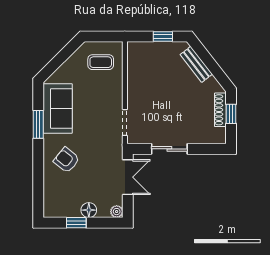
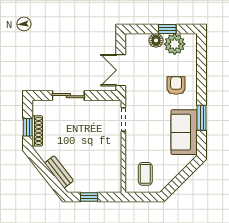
coffee table: (101, 62) -> (145, 174), turned 90
sliding door: (169, 149) -> (68, 96), moved
armchair: (67, 160) -> (176, 86), turned -129
plant: (117, 212) -> (175, 44), moved, width x1.87, depth x1.87

